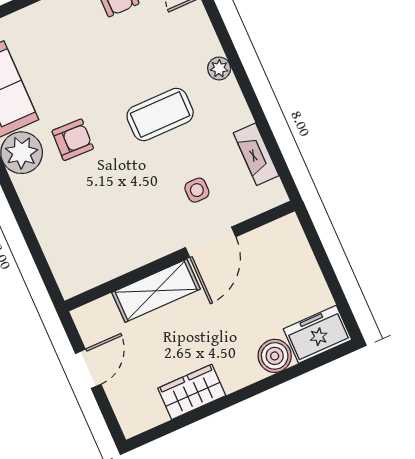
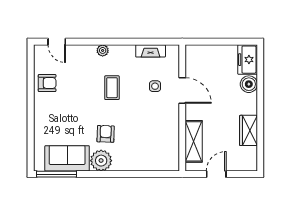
coffee table: (160, 114) -> (112, 88), width x0.73, depth x0.77
shelving: (156, 291) -> (194, 141), moved
door: (88, 369) -> (216, 174), hinge flipped

